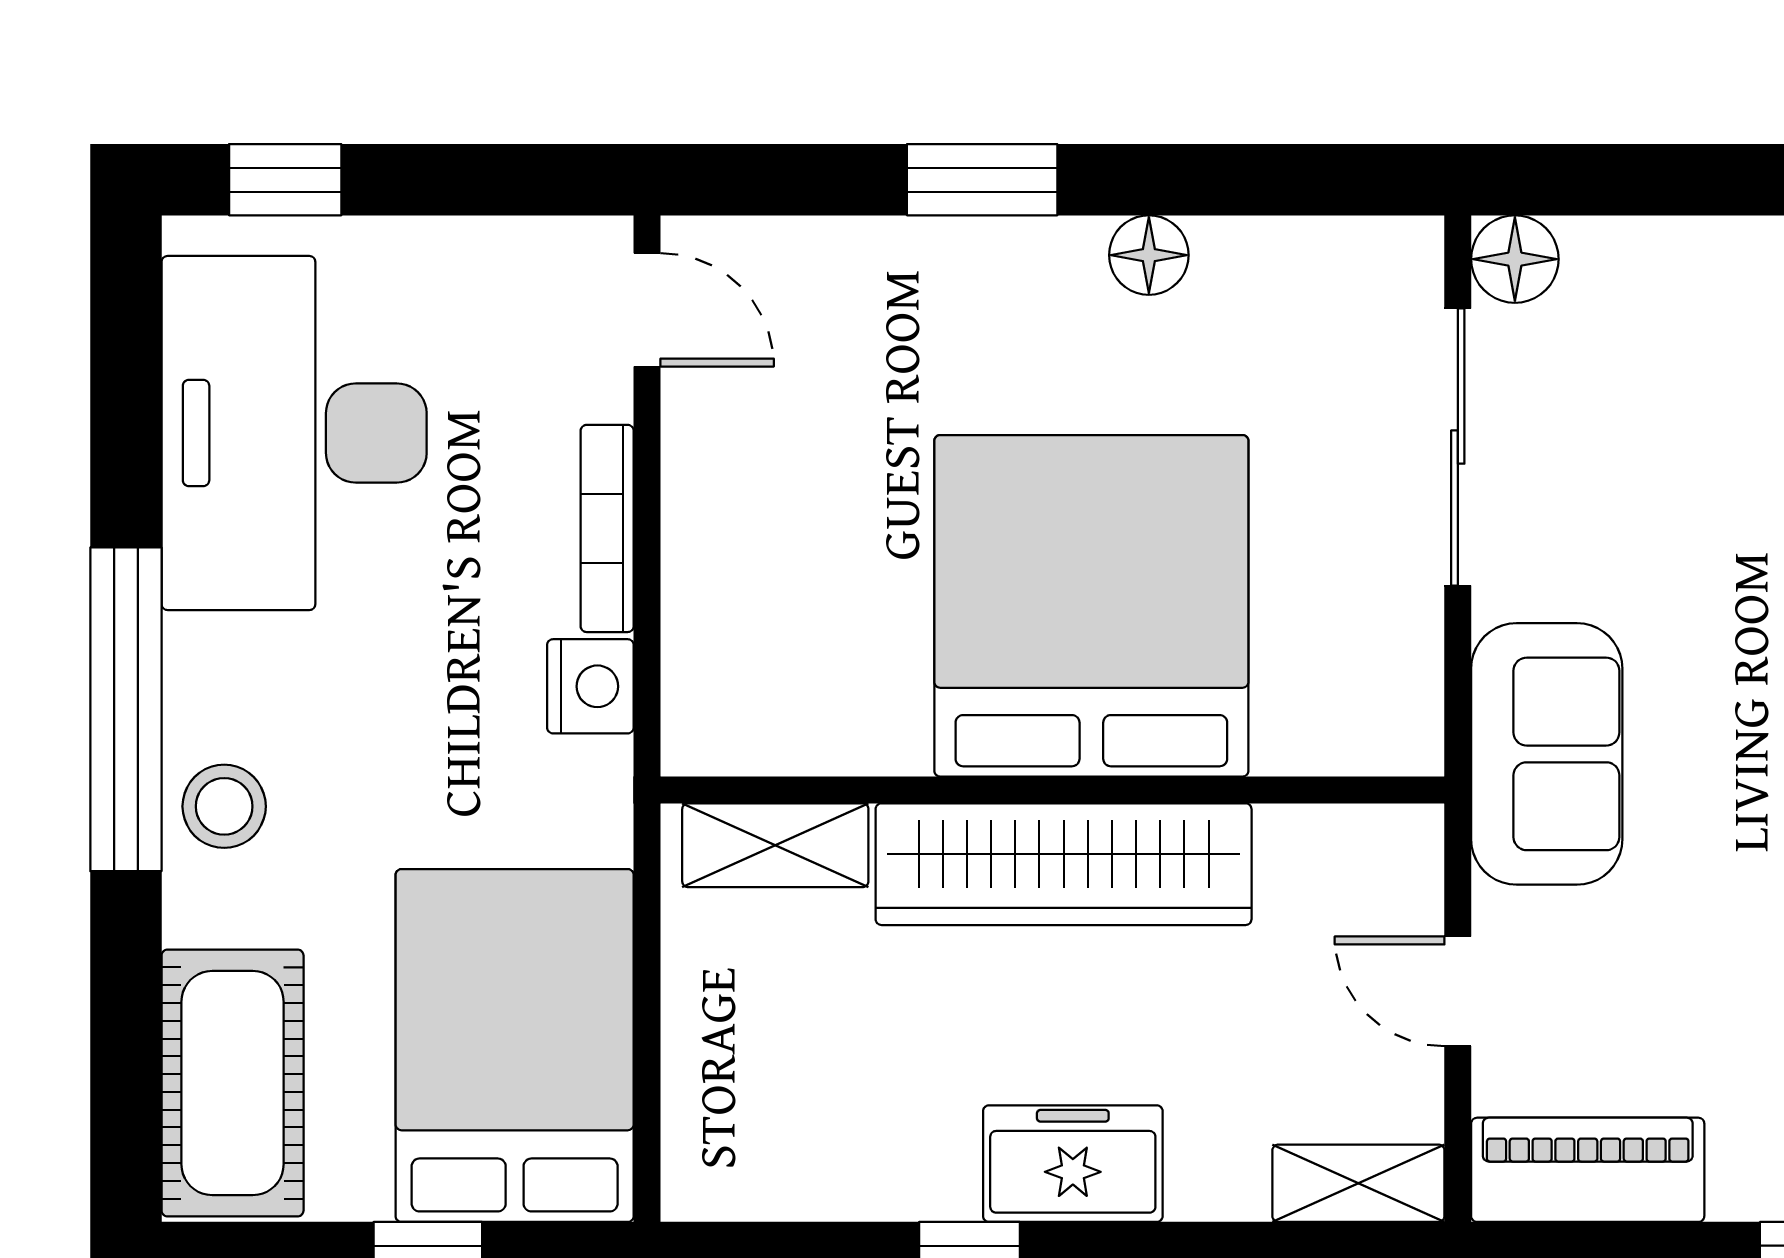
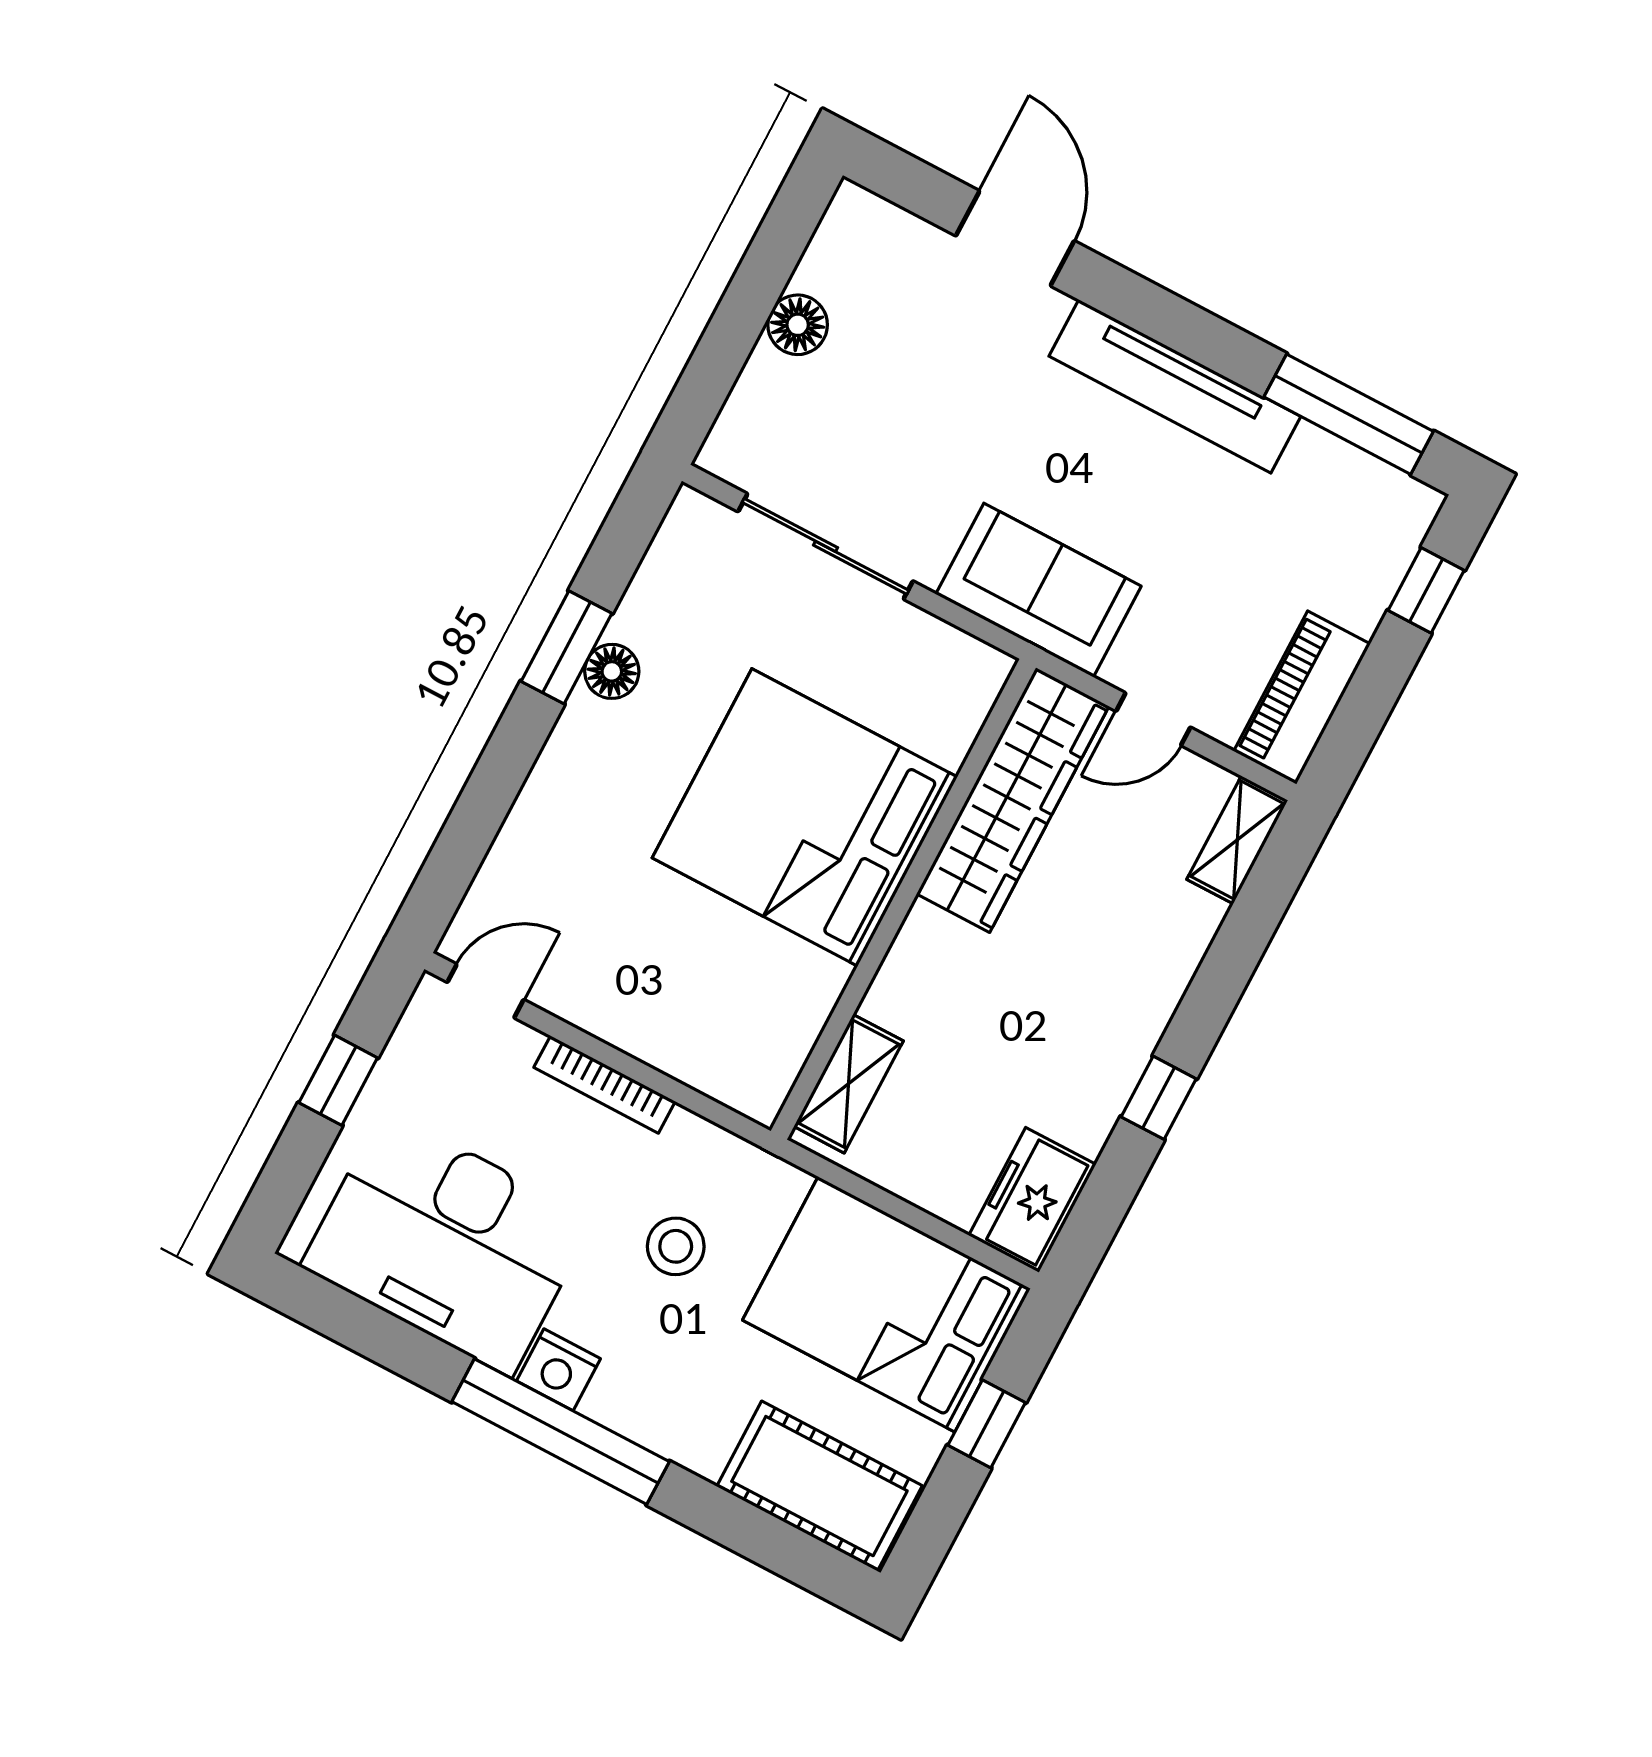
window: (285, 180) -> (338, 1080), moved
window: (982, 180) -> (566, 647), moved
floor lamp: (1515, 259) -> (798, 325), moved
nightstand: (590, 686) -> (559, 1370), moved, turned 180
stool: (224, 806) -> (676, 1246), moved
wardrobe: (1064, 864) -> (1013, 800), moved
freezer: (1073, 1164) -> (1032, 1200), moved

